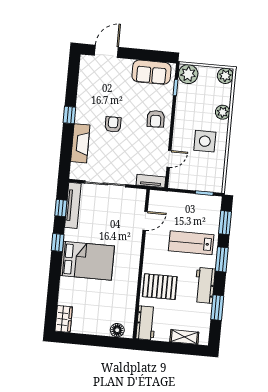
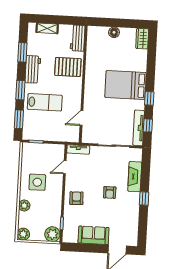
sofa: (151, 72) -> (94, 235), moved
floor lamp: (117, 330) -> (114, 32), moved

